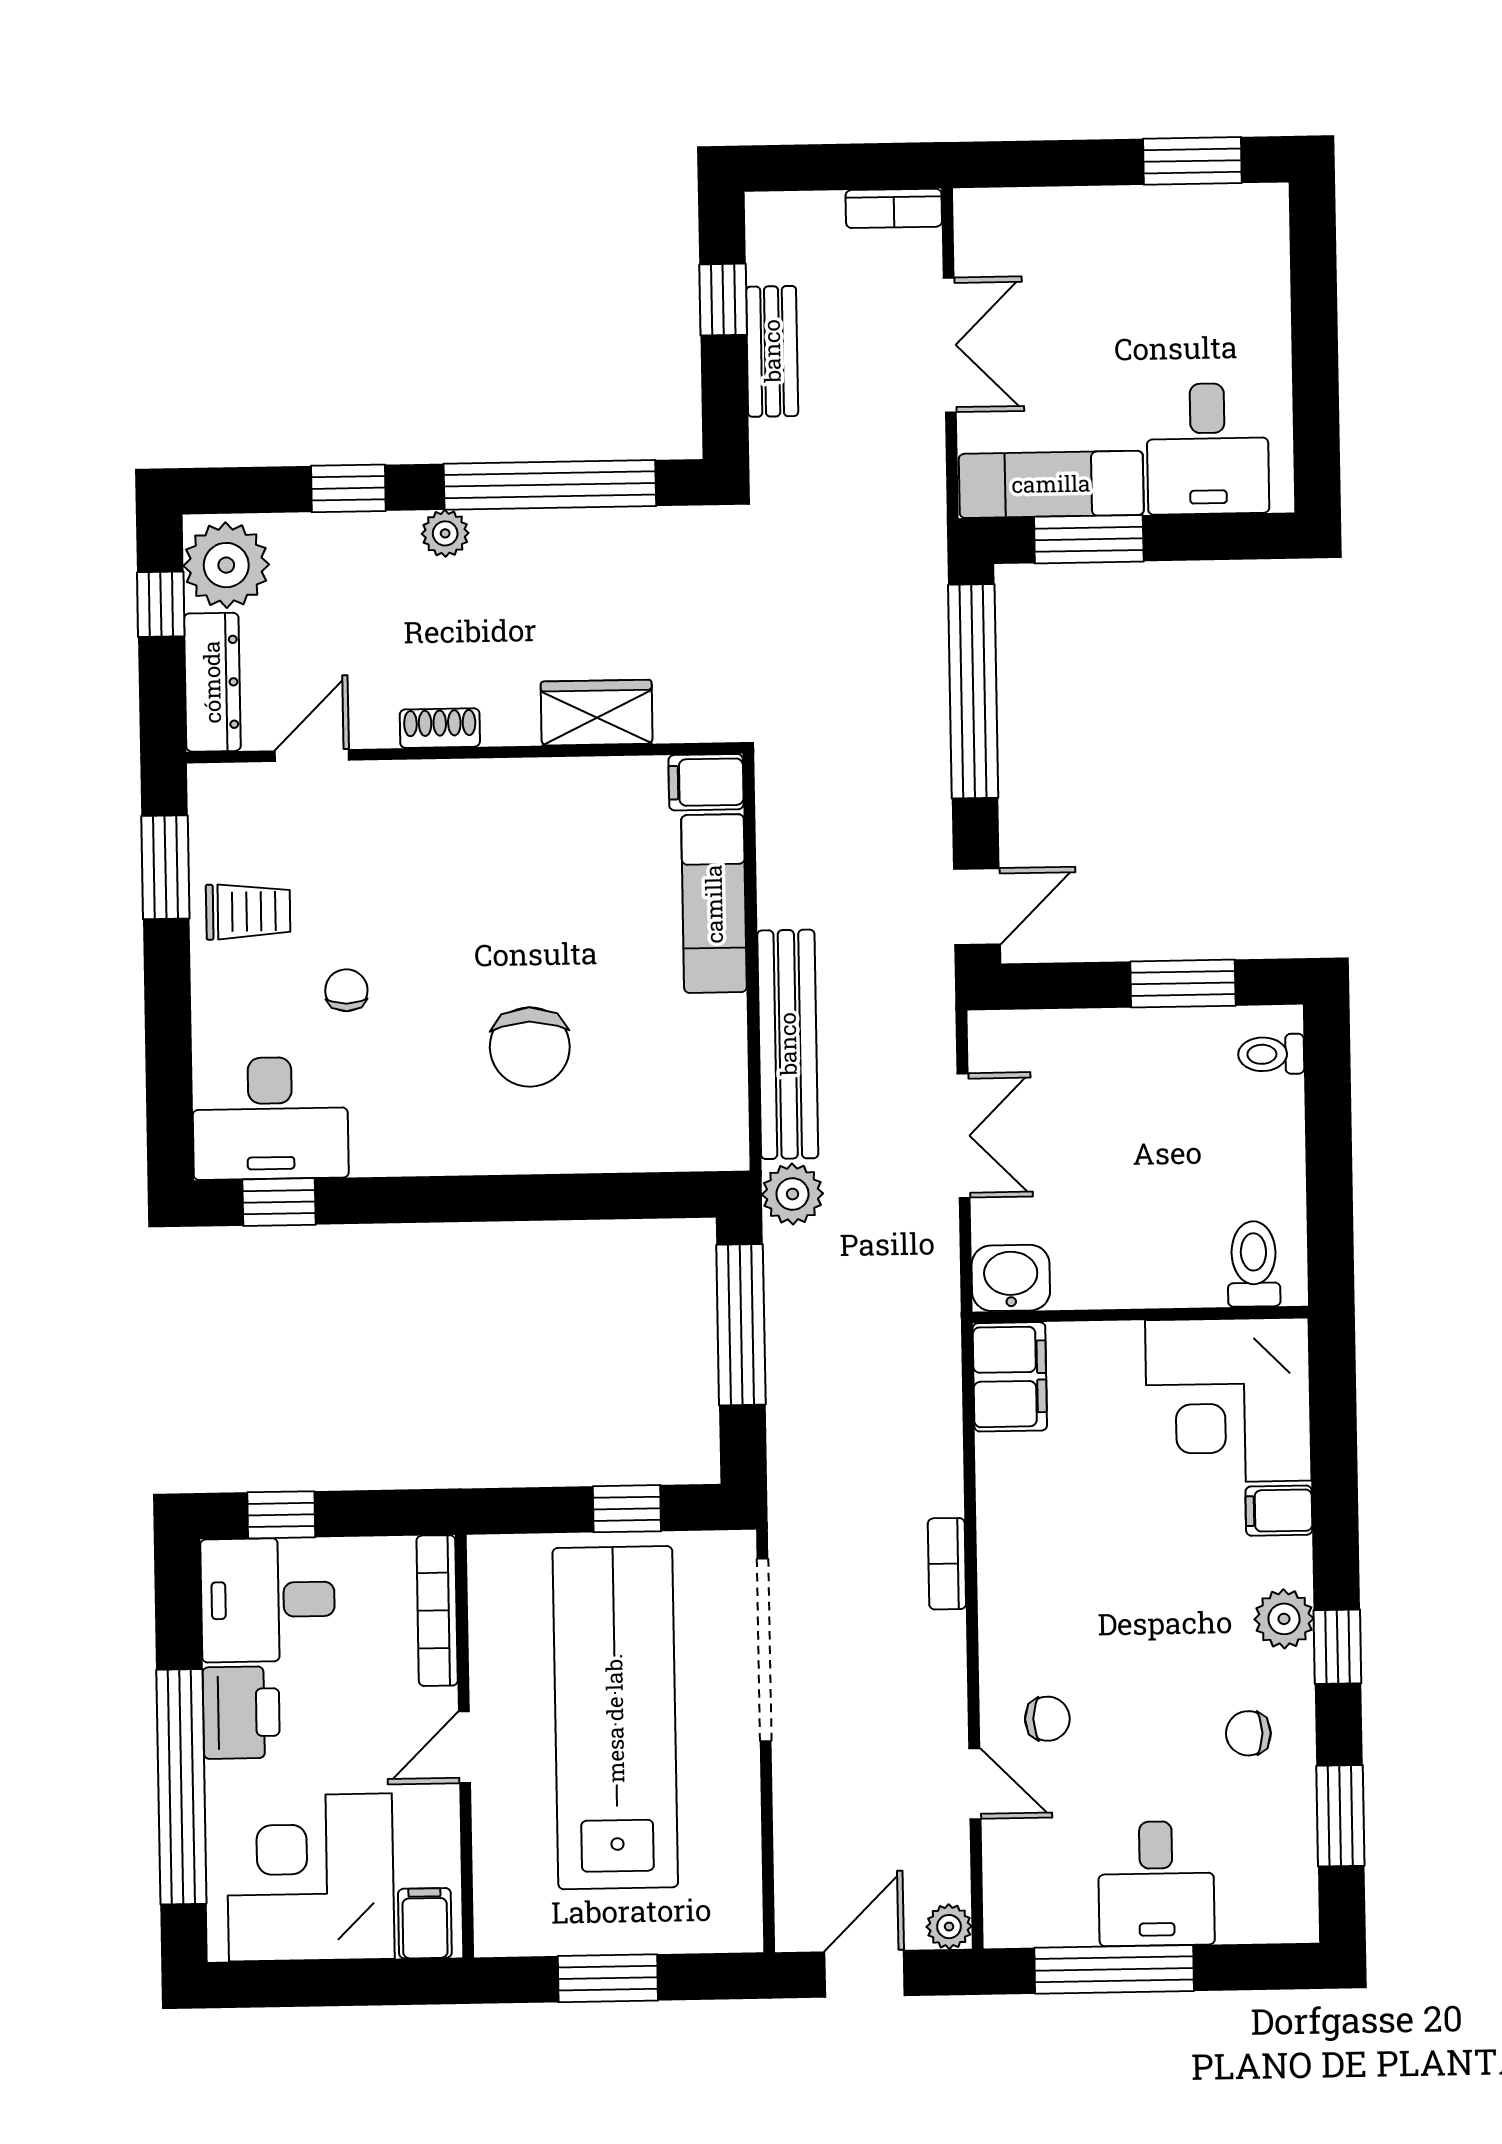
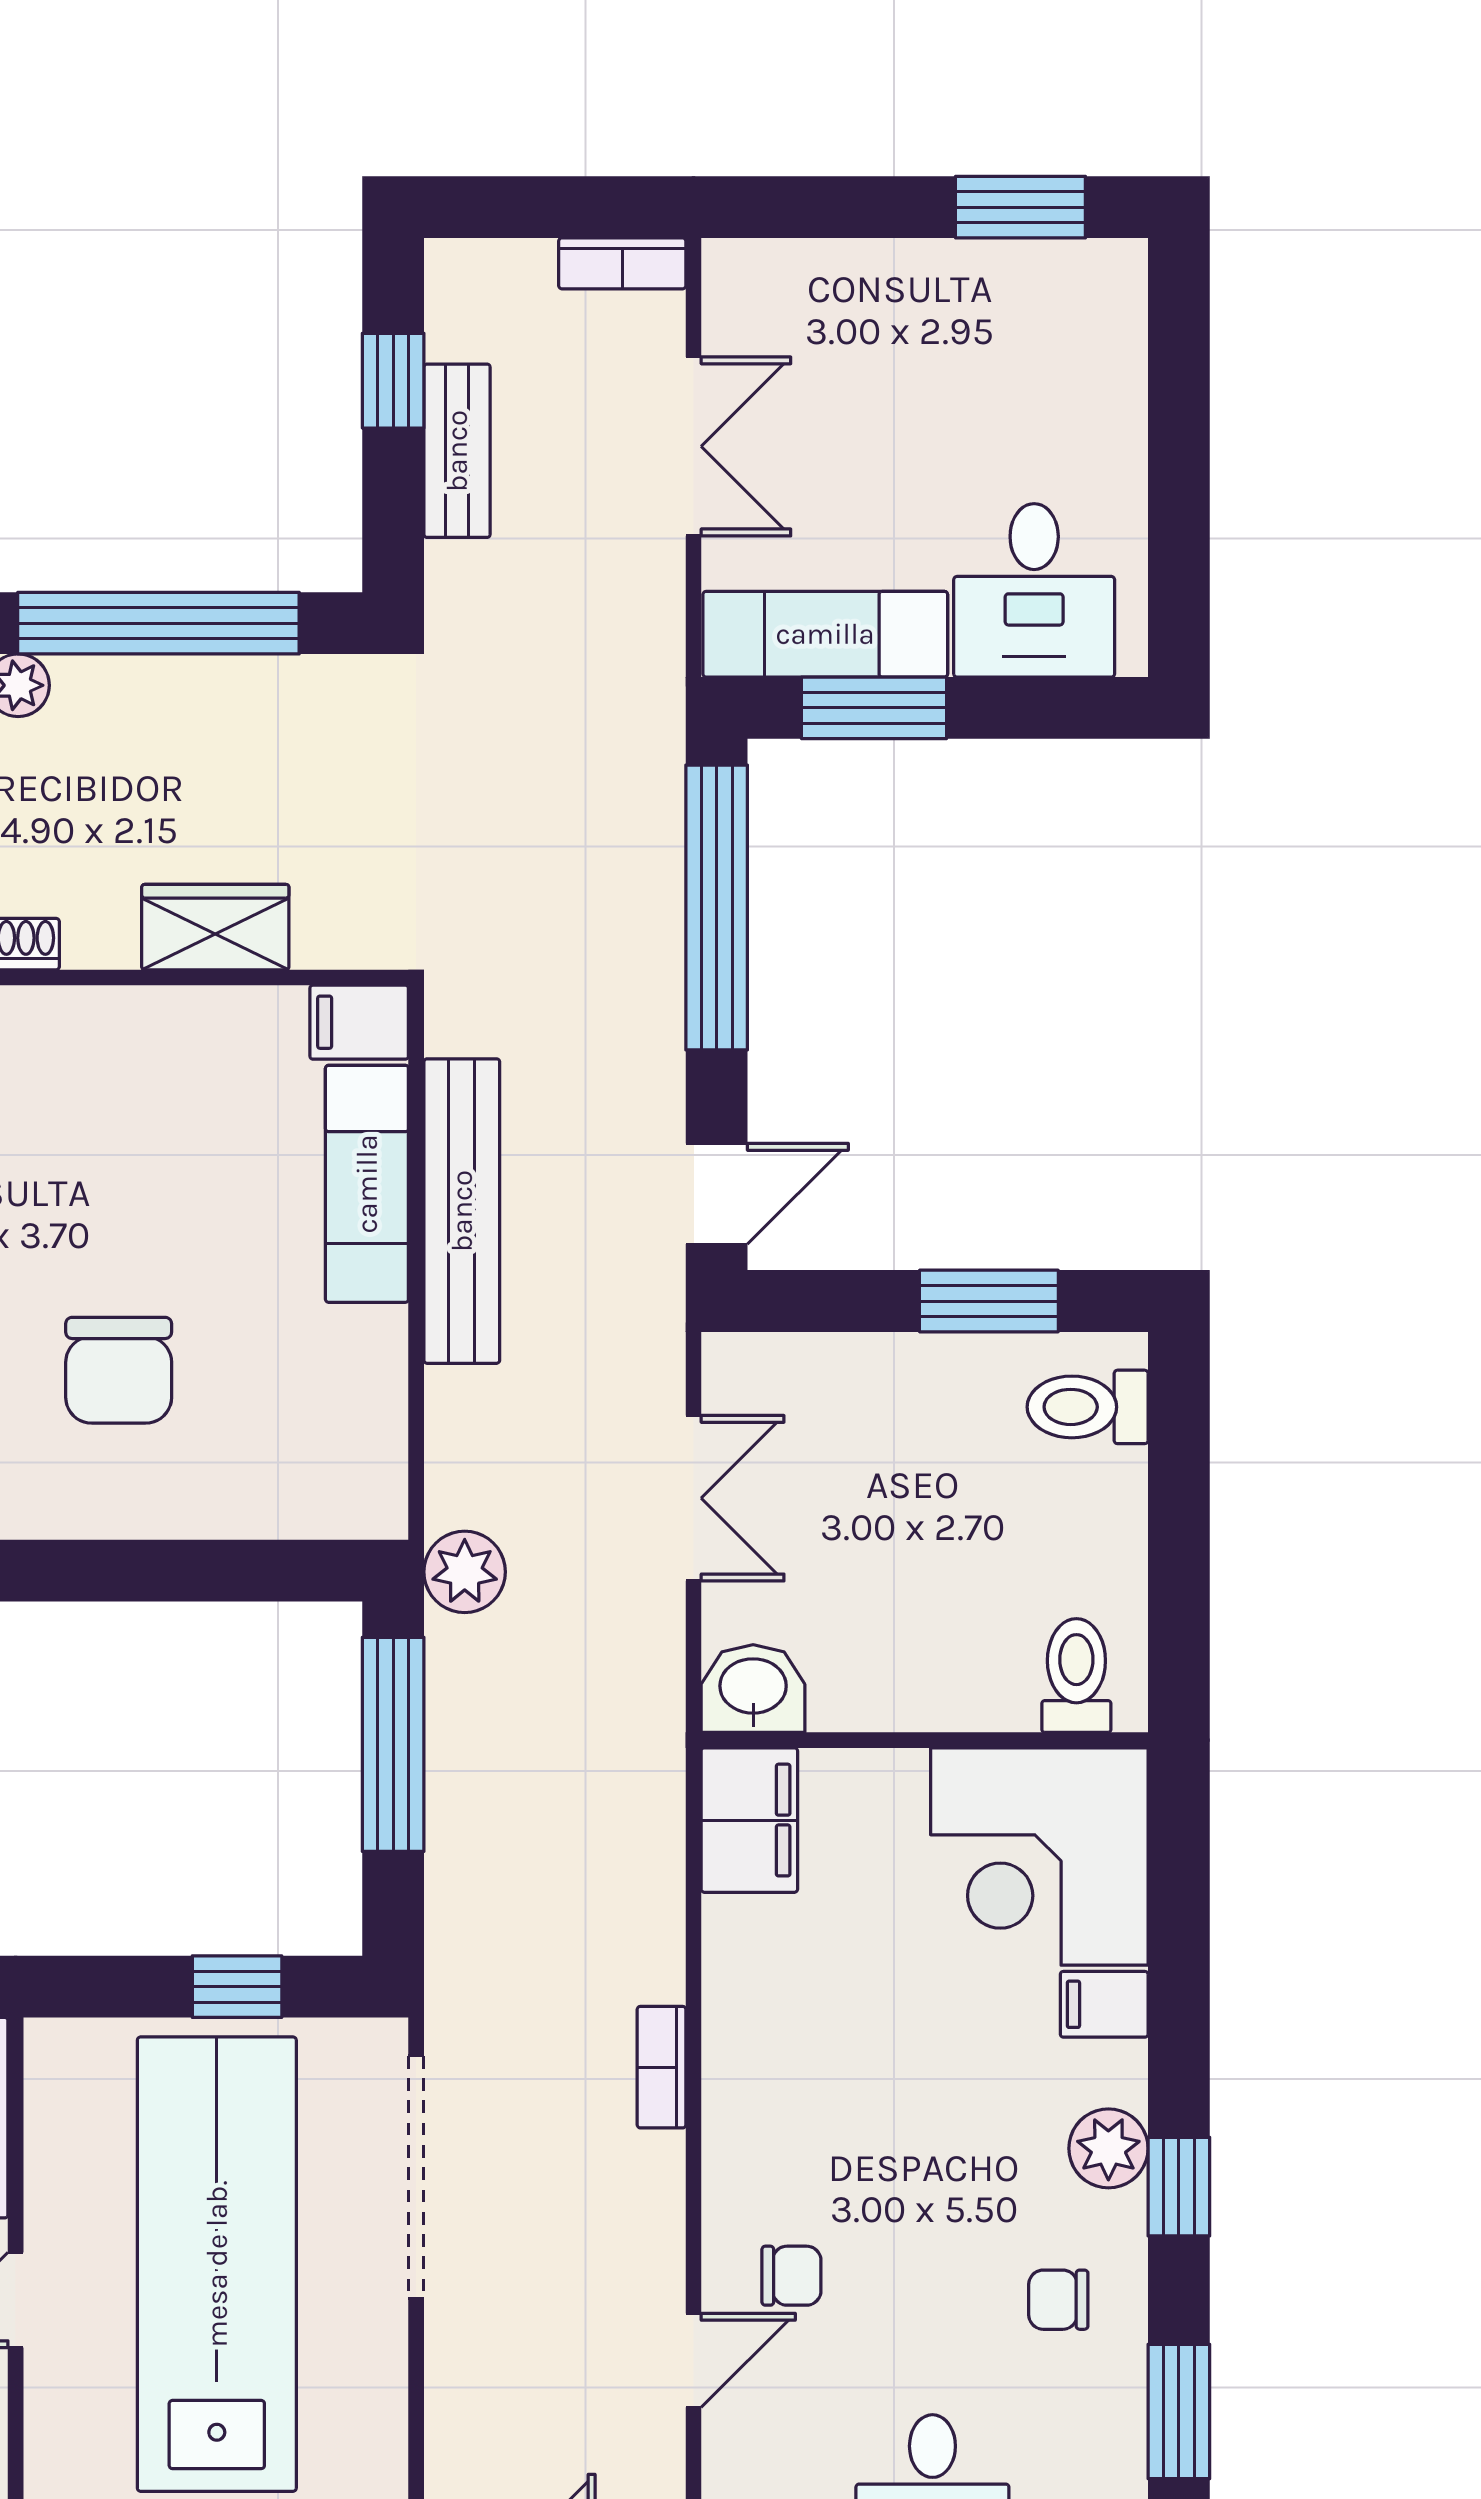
bench: (788, 1044) -> (462, 1211), moved
toilet: (1271, 1054) -> (1088, 1407), width x1.37, depth x1.39
door: (975, 1784) -> (694, 2360), hinge flipped

